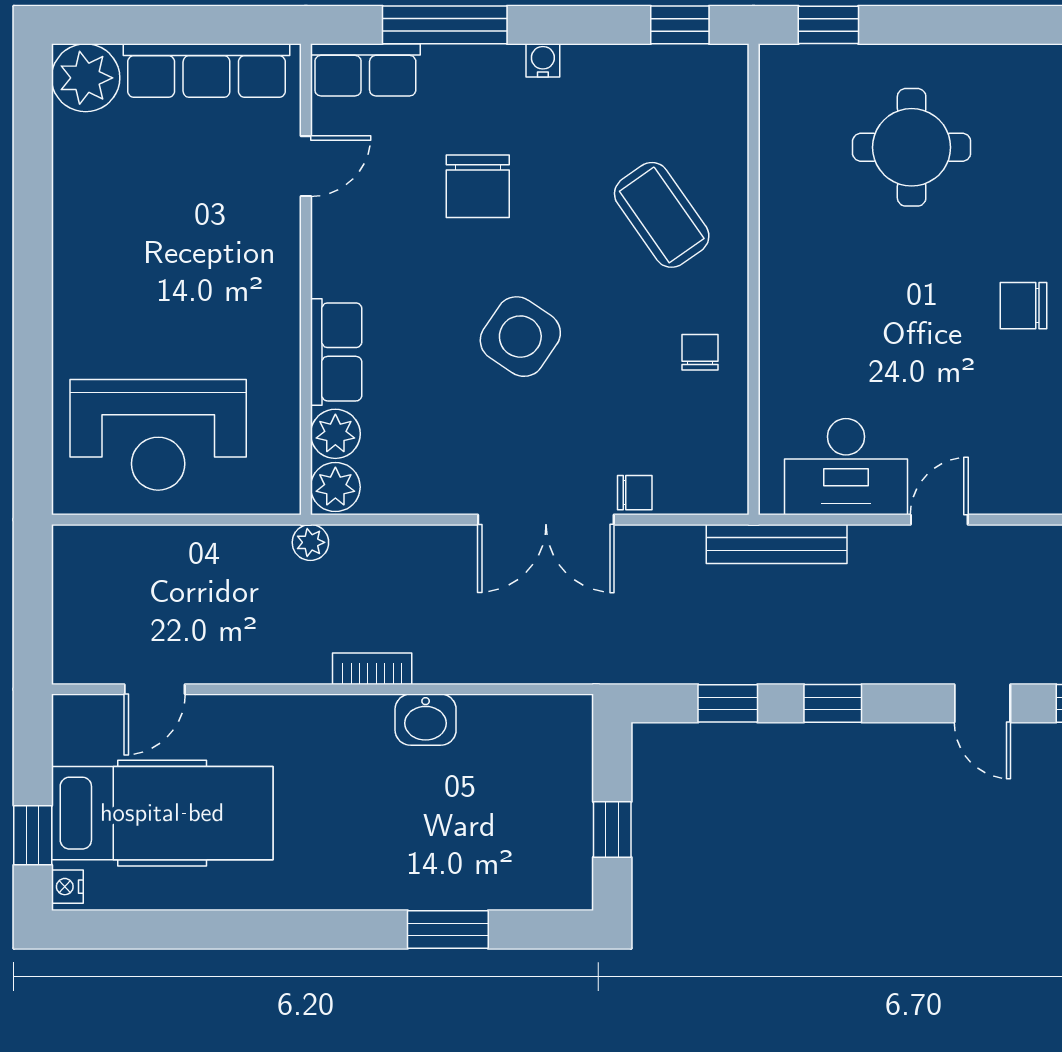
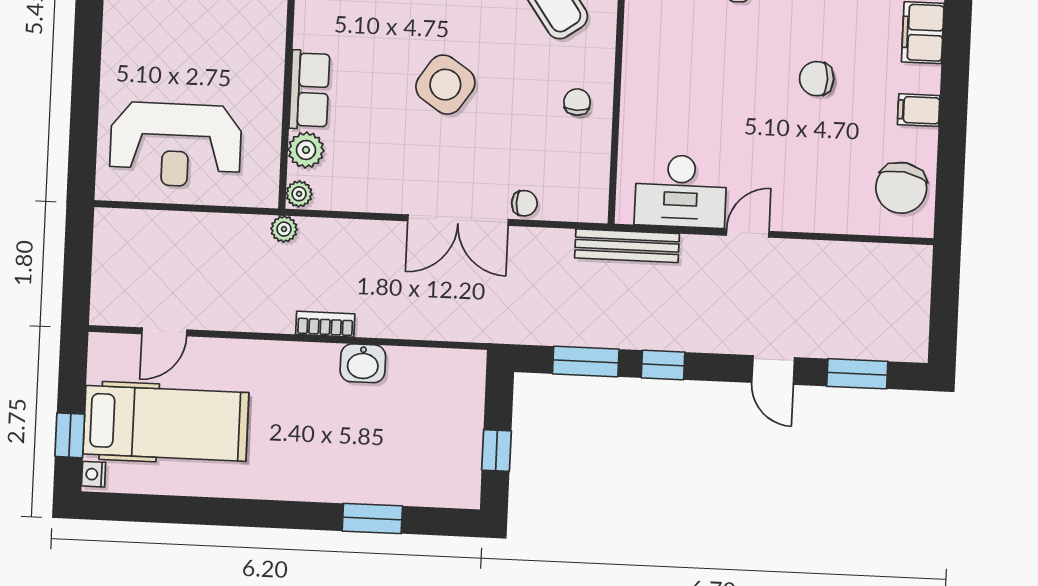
plant: (335, 487) -> (299, 194), width x0.73, depth x0.73
window: (728, 703) -> (586, 361), width x1.50

